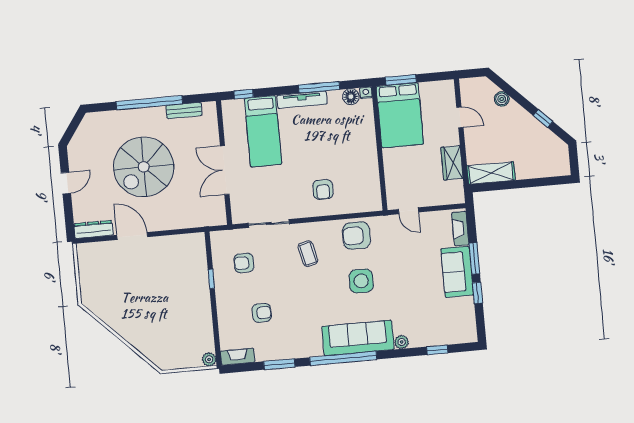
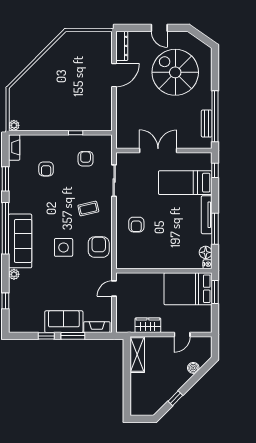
window: (149, 103) -> (215, 116), moved
spiral stairs: (144, 167) -> (175, 72), moved
armchair: (323, 190) -> (136, 225), turned -90

